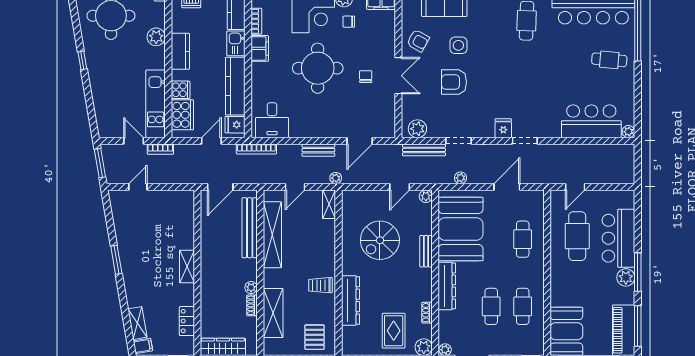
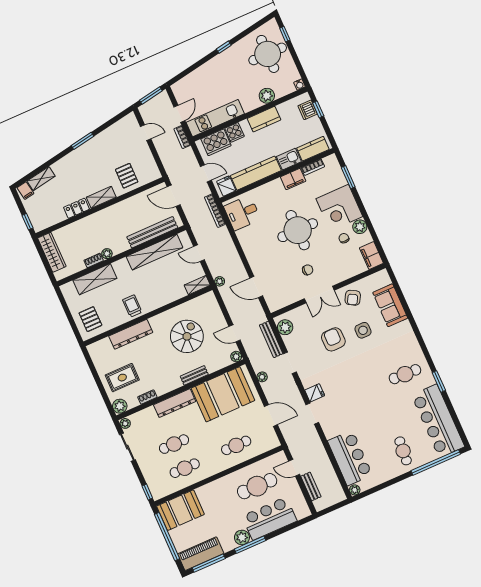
bench: (318, 150) -> (311, 486), moved
pallet: (176, 228) -> (127, 176), added
spiral stairs: (380, 240) -> (187, 336), turned 90
locker: (187, 321) -> (77, 208), moved
pallet: (315, 337) -> (90, 319), turned 90

